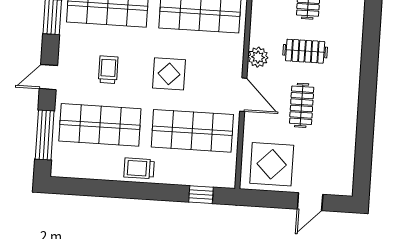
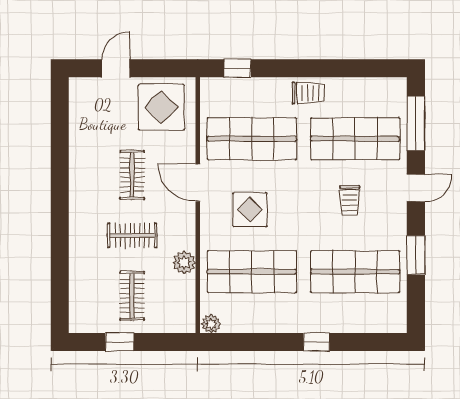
plant: (258, 57) -> (184, 262), moved
display table: (169, 74) -> (250, 210), moved

